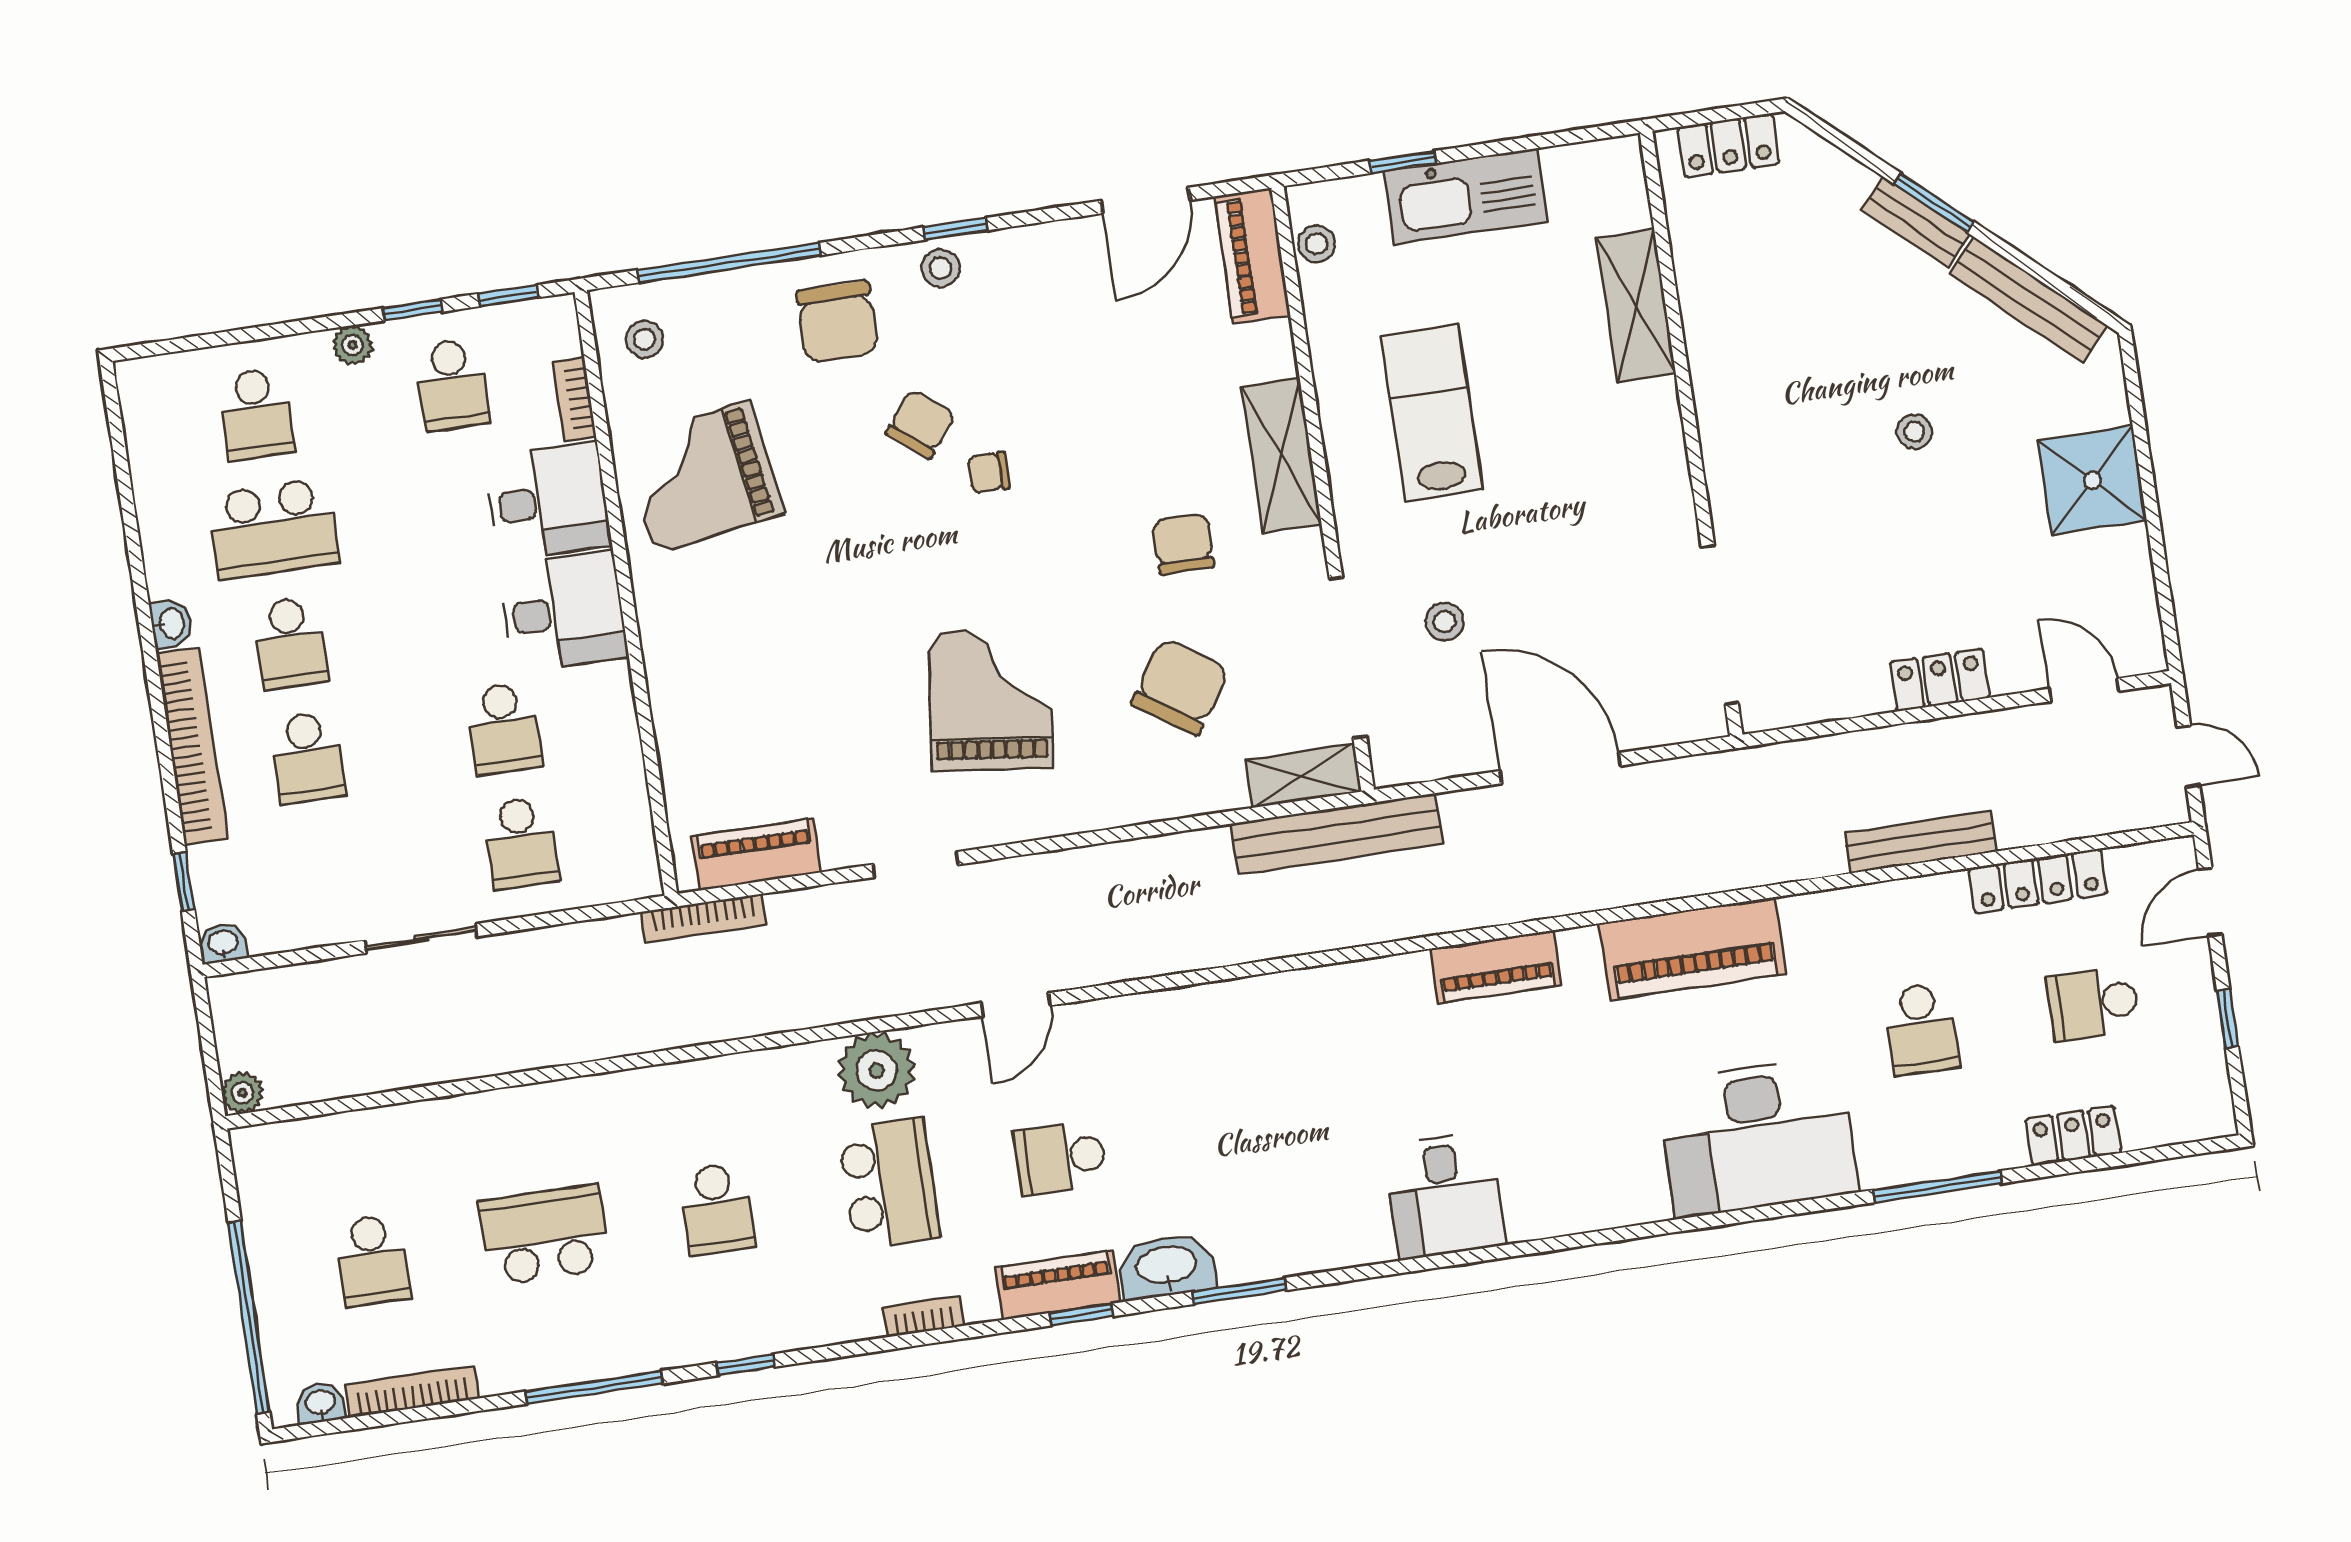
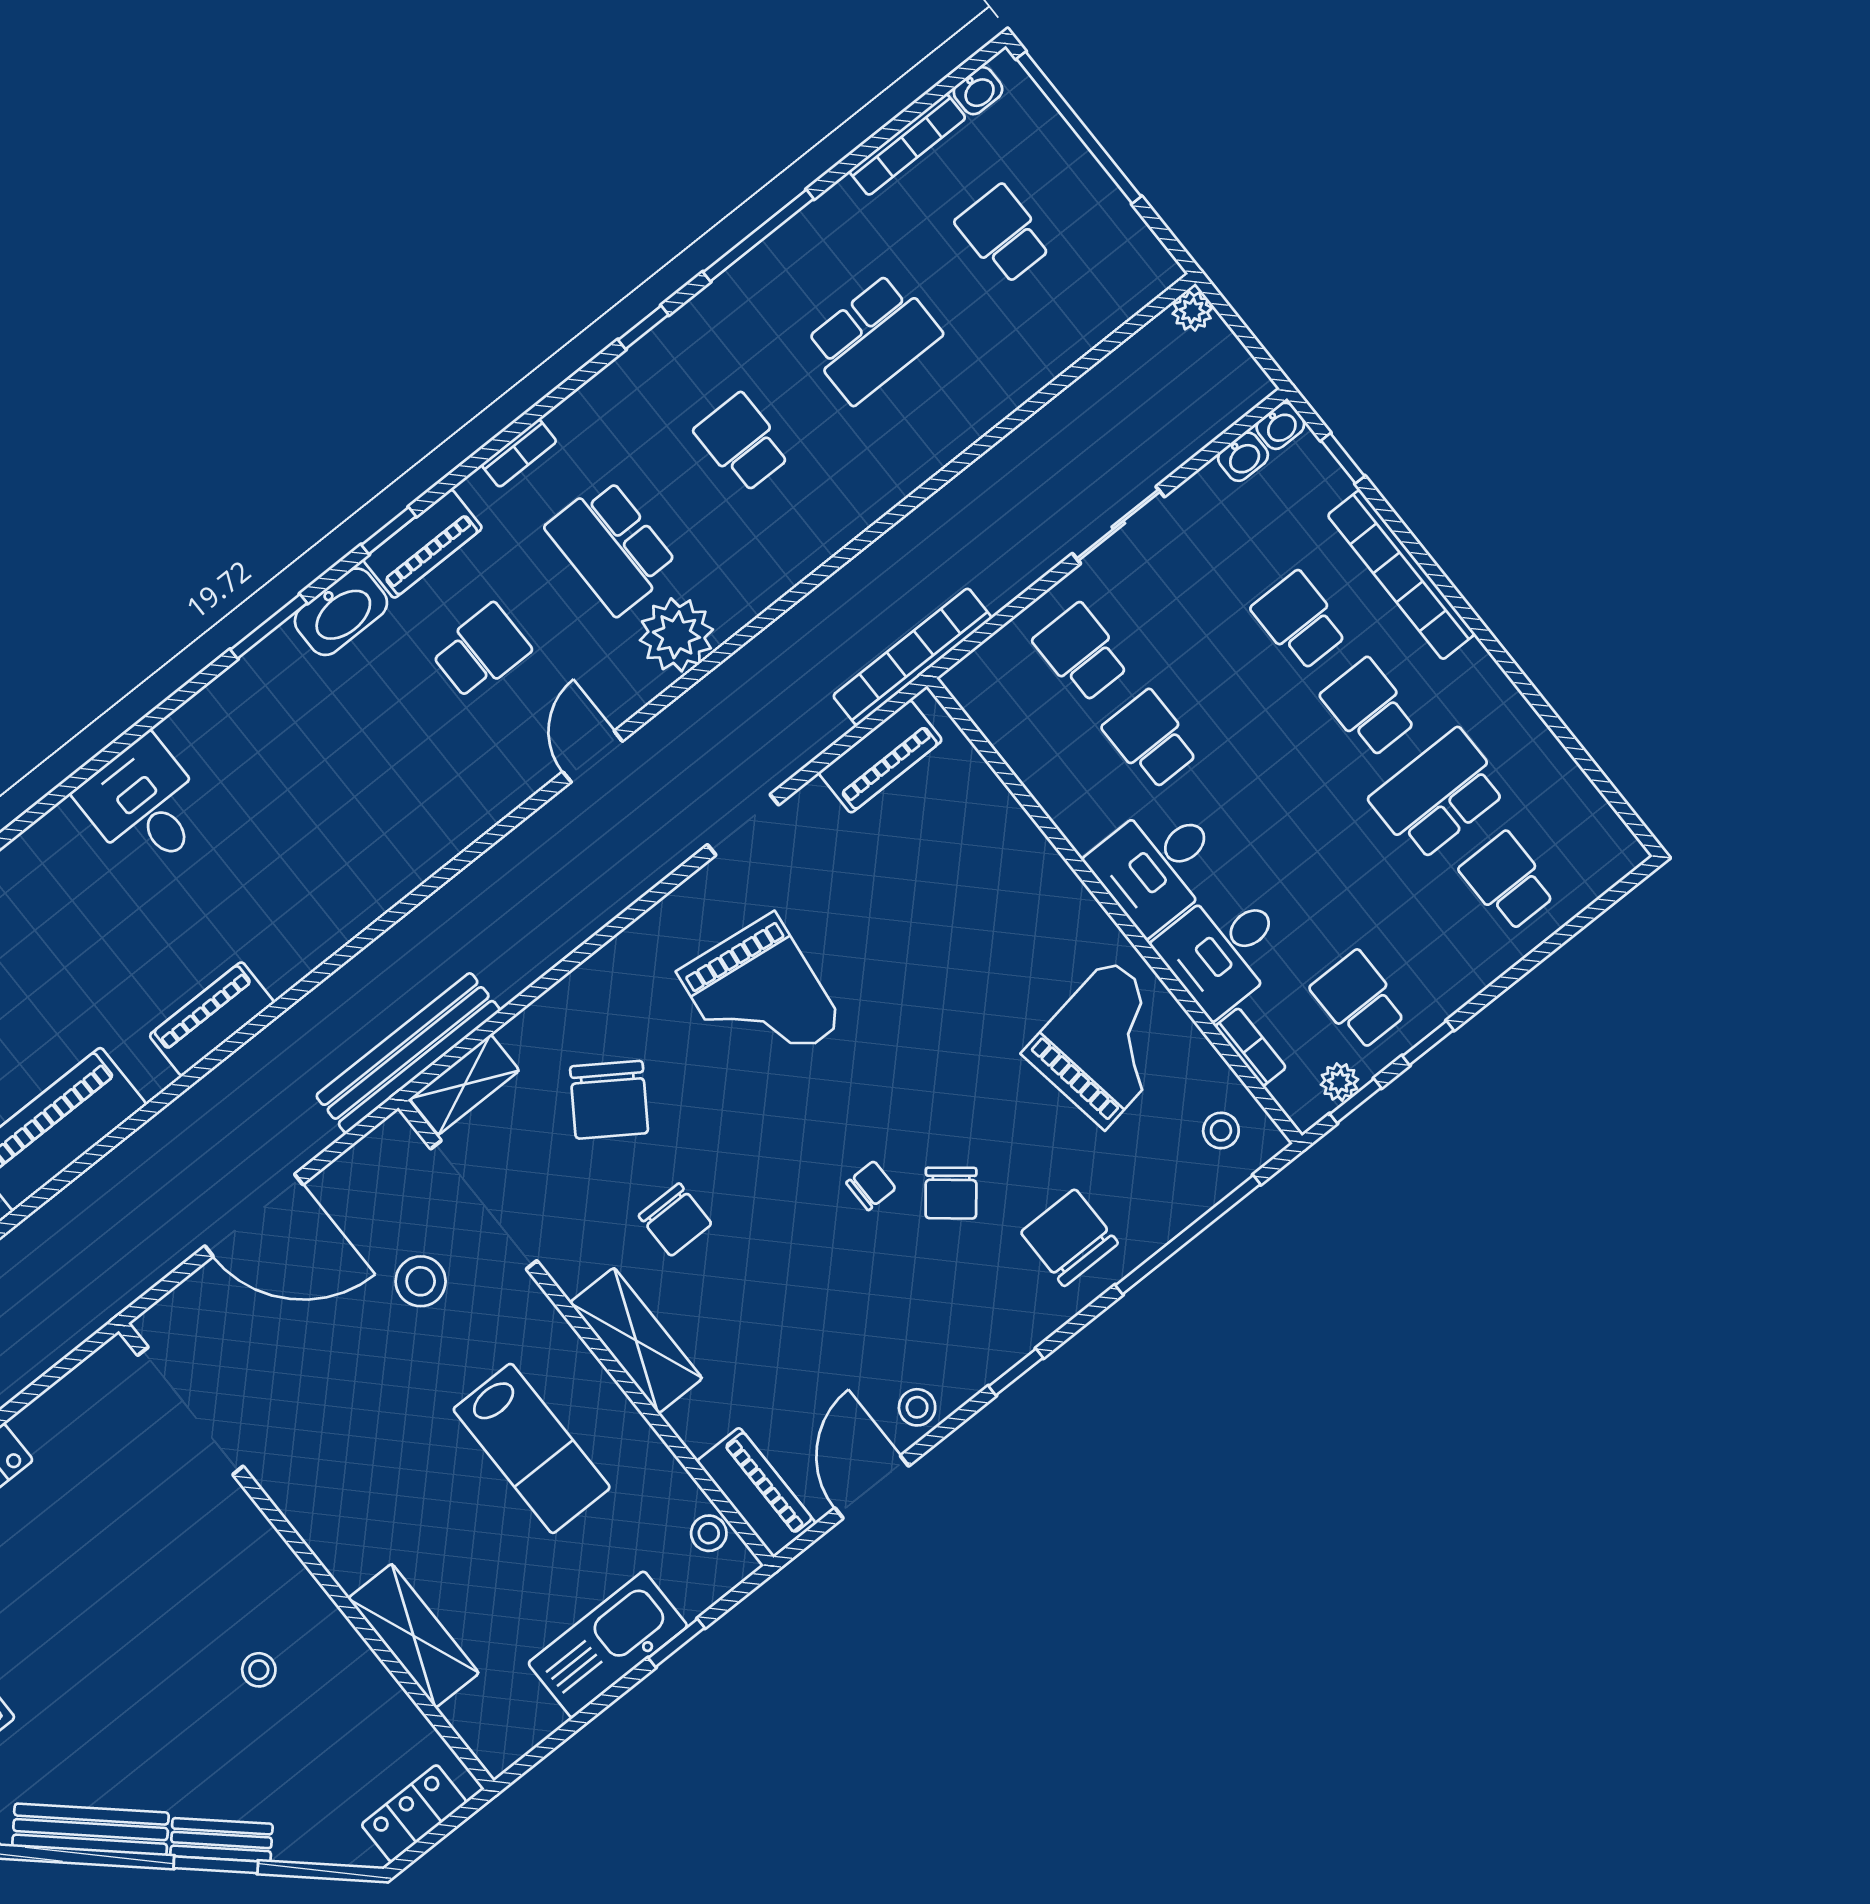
stool: (940, 268) -> (917, 1407), moved
plant: (352, 345) -> (1339, 1082), moved
stool: (1914, 432) -> (259, 1670), moved
stool: (1445, 621) -> (421, 1281), width x1.37, depth x1.37
washbasin: (171, 623) -> (1243, 457), moved, turned -90
bookcase: (704, 918) -> (912, 657), width x1.48, depth x1.31

